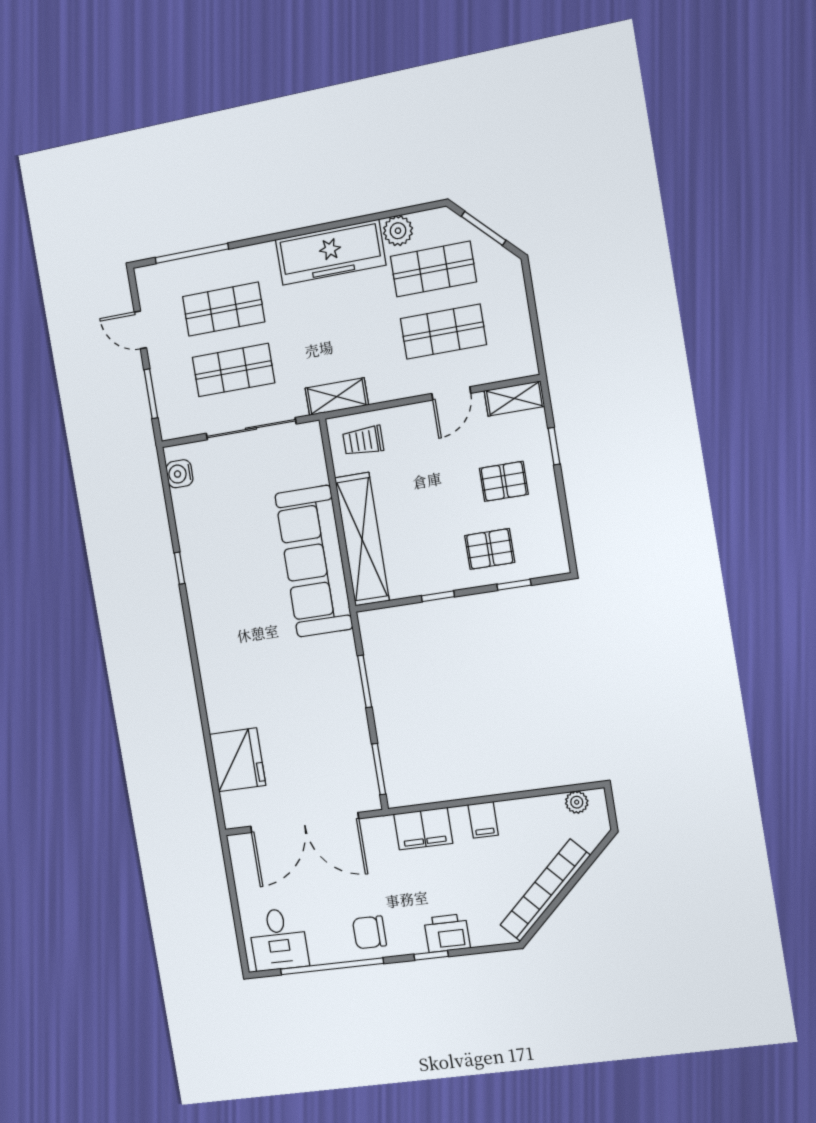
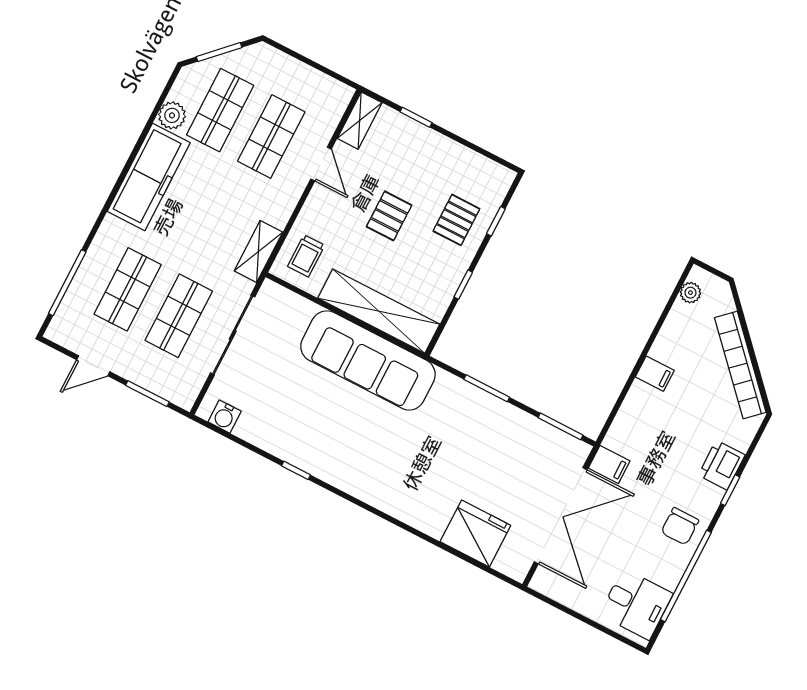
pallet: (504, 481) -> (389, 216), moved
filing cabinet: (423, 829) -> (609, 465), moved, width x0.50

